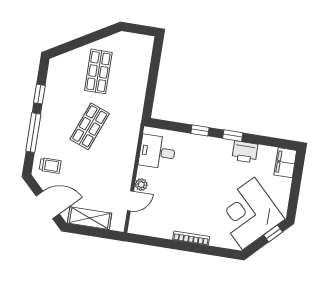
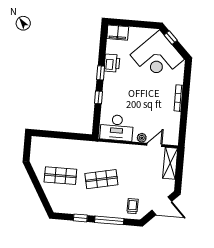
shop shelf: (90, 126) -> (101, 179), turned -33
desk: (157, 152) -> (117, 128), width x1.37
door: (130, 201) -> (154, 145), hinge flipped
door: (48, 205) -> (162, 206), swing flipped
shelving: (90, 218) -> (170, 163), moved

